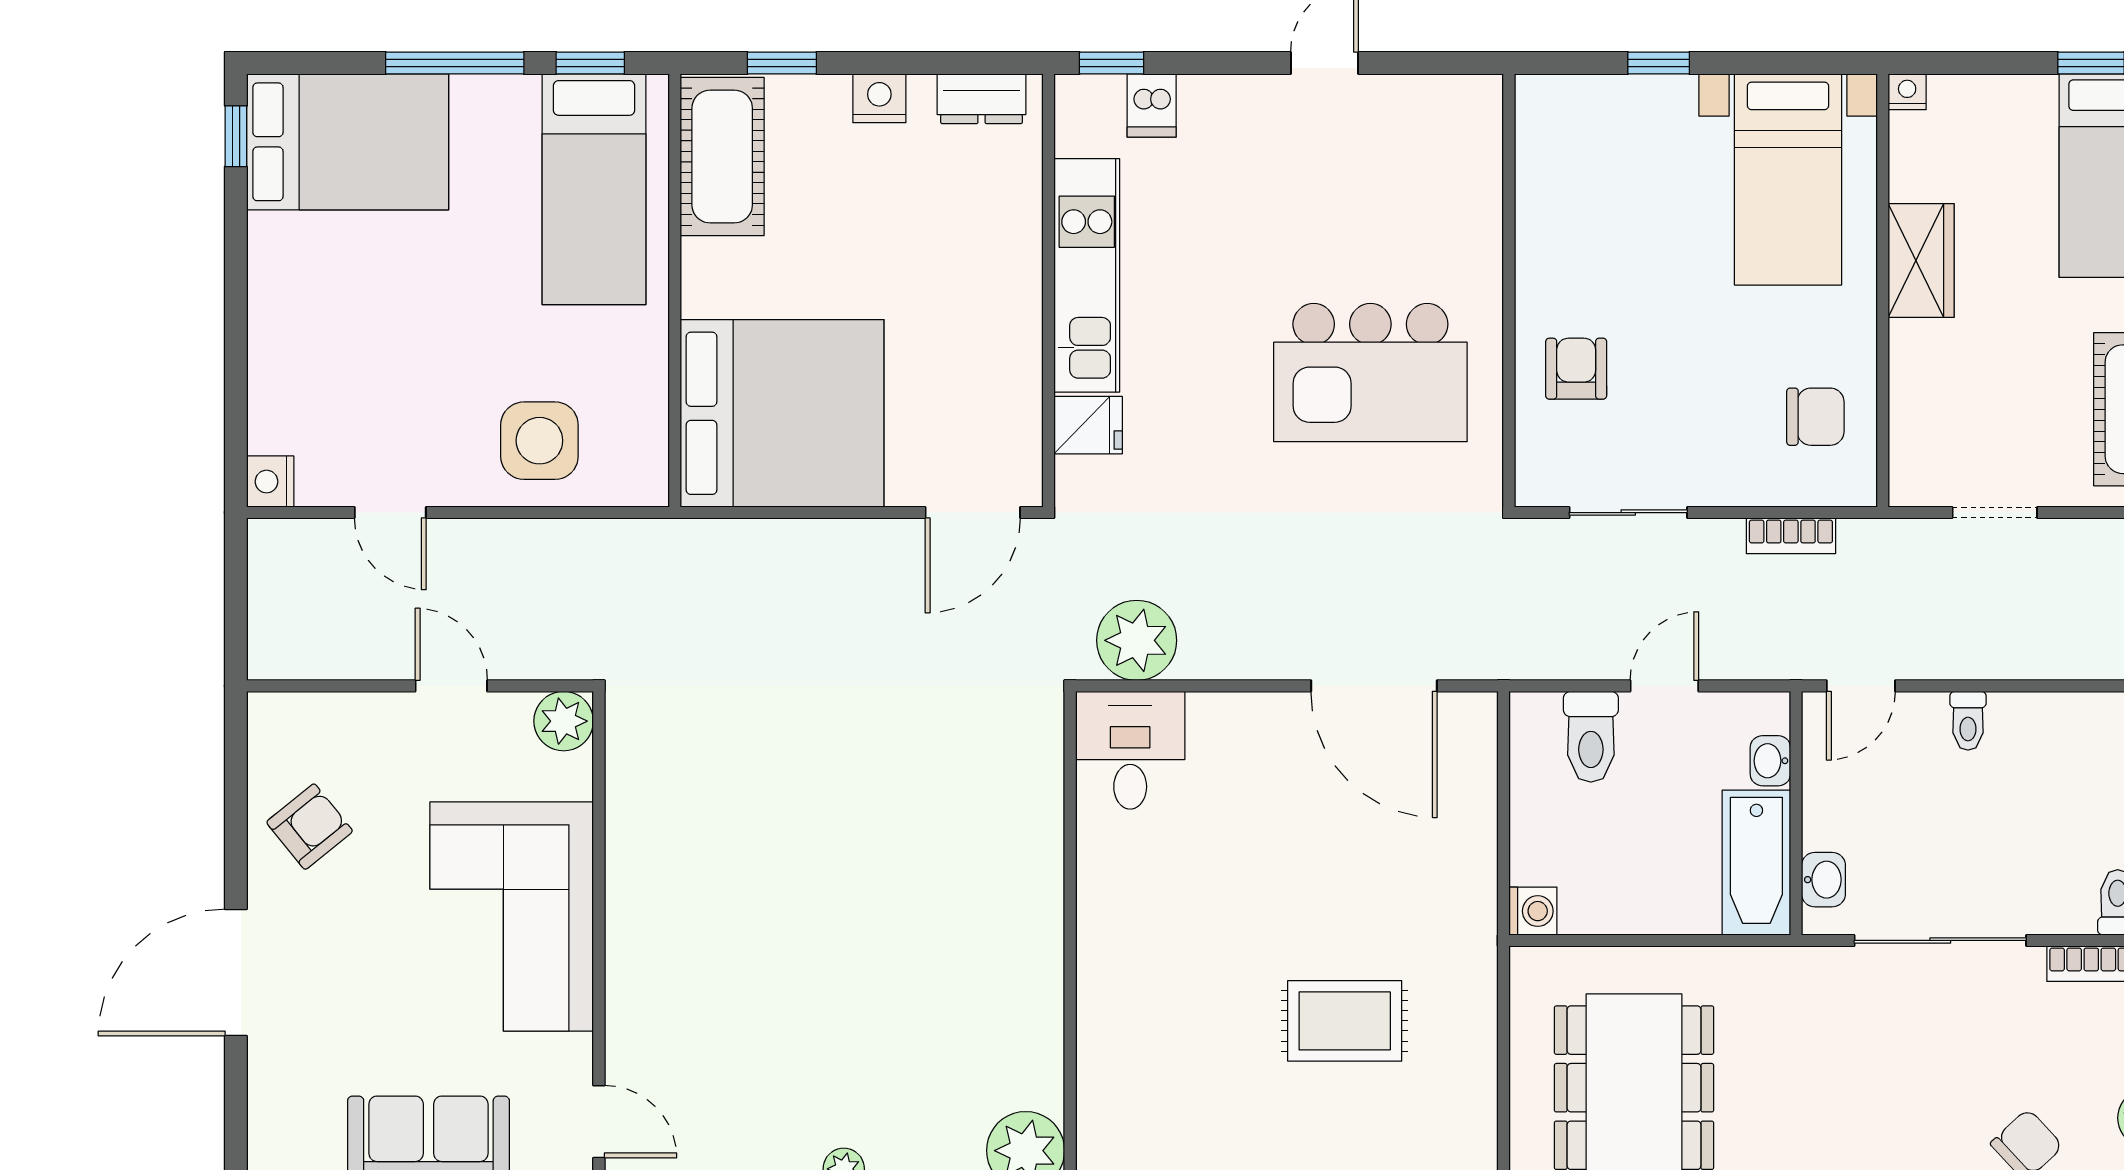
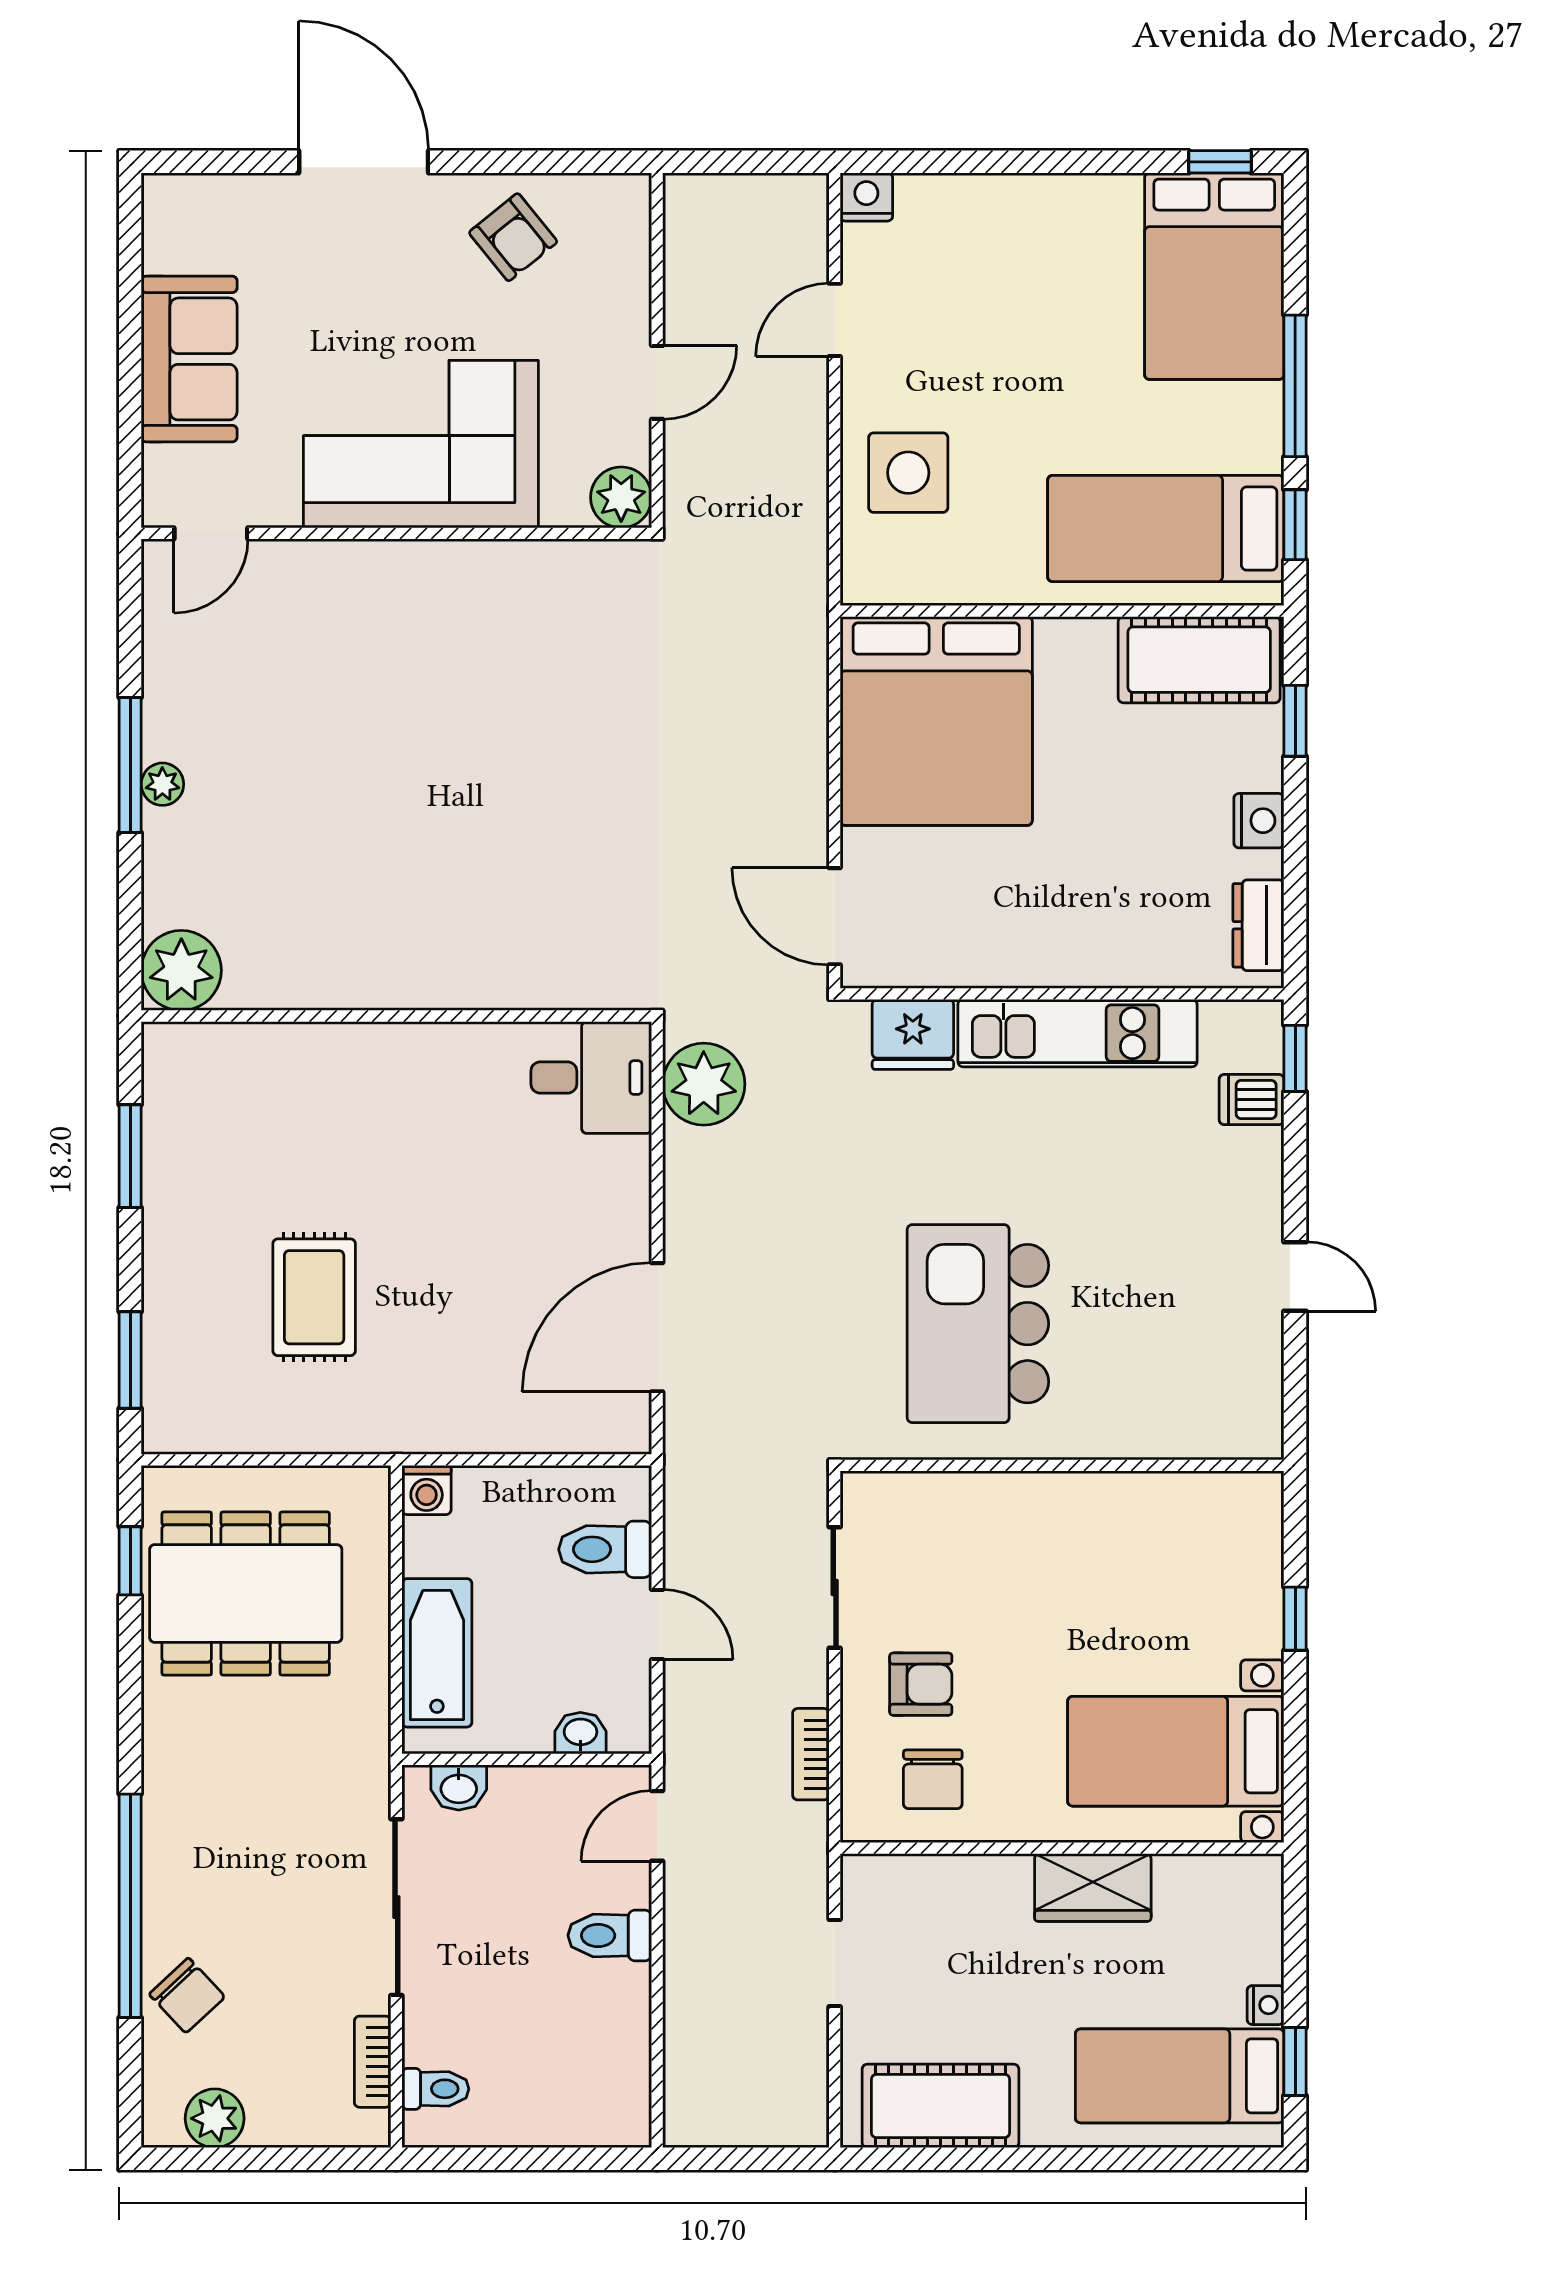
nightstand: (1907, 92) -> (1266, 2005), moved
armchair: (1576, 369) -> (921, 1684), moved
fridge: (1088, 425) -> (913, 1034), width x1.38
door: (1861, 686) -> (657, 1826), hinge flipped
toilet: (1968, 721) -> (610, 1935), width x1.37, depth x1.39
bathtub: (1756, 863) -> (437, 1653), moved, turned 90

